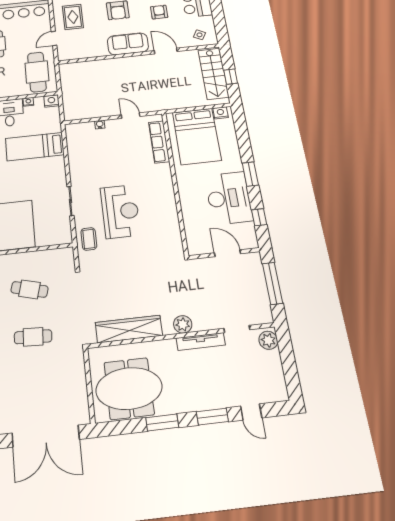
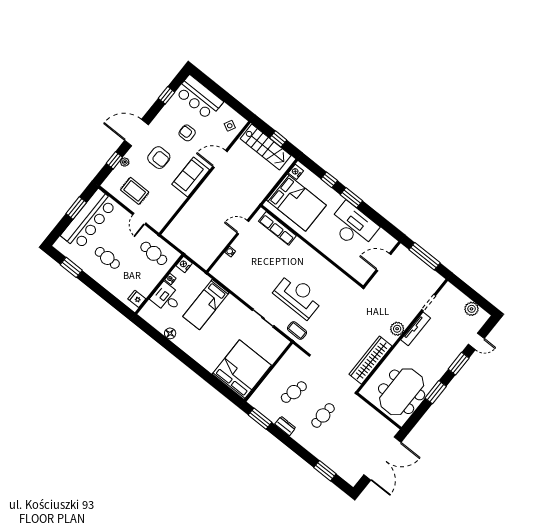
cafe table: (37, 72) -> (154, 253), width x0.73, depth x0.74
window: (259, 217) -> (329, 180), moved
plant: (268, 340) -> (472, 309), moved

